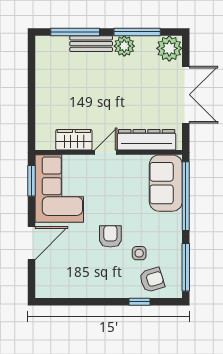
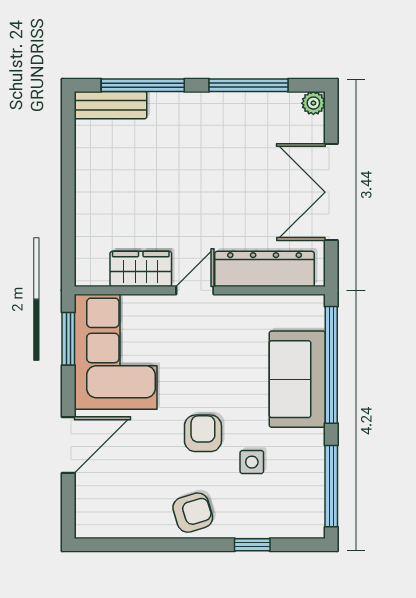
bench: (91, 44) -> (111, 105), moved
plant: (124, 46) -> (226, 109), removed
plant: (169, 48) -> (313, 103), width x0.53, depth x0.53
double door: (186, 95) -> (331, 192), swing flipped
sofa: (166, 183) -> (297, 379), moved
armchair: (152, 280) -> (193, 513), moved

